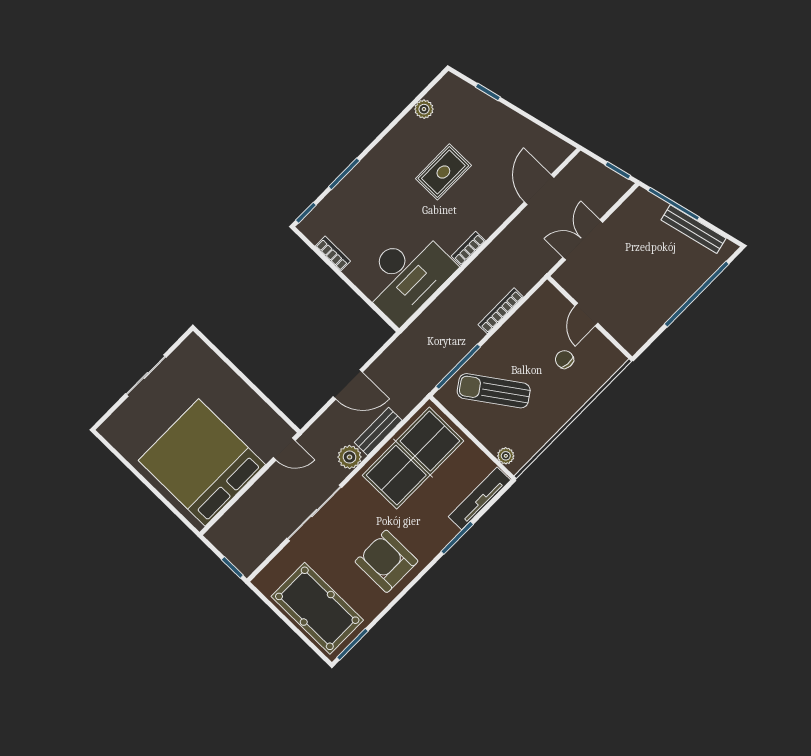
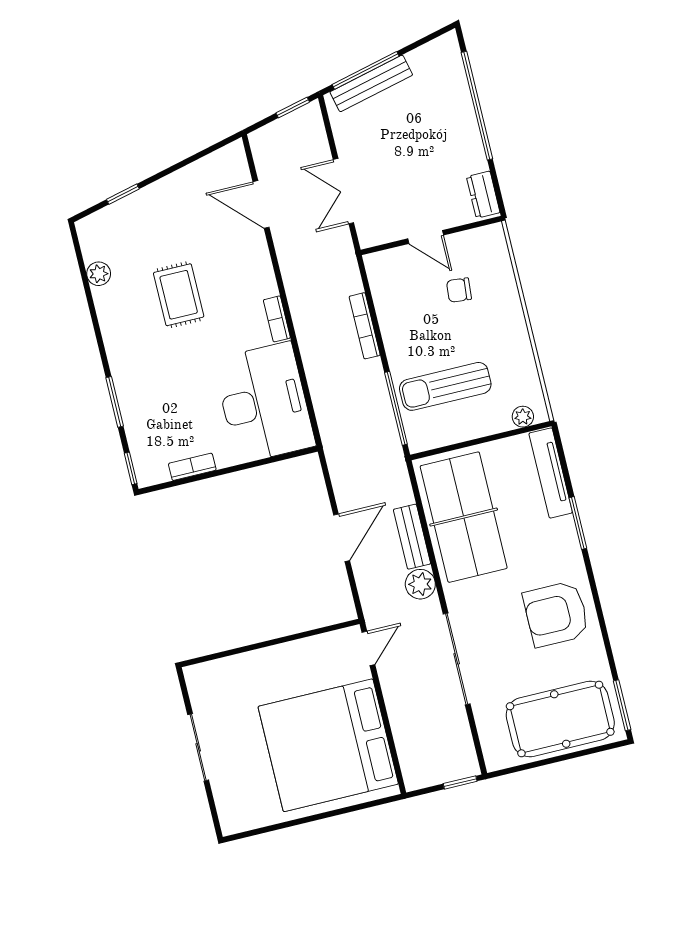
bench: (693, 229) -> (371, 83), moved
dresser: (639, 336) -> (483, 195), added
sun lounger: (494, 391) -> (445, 386), turned 35

